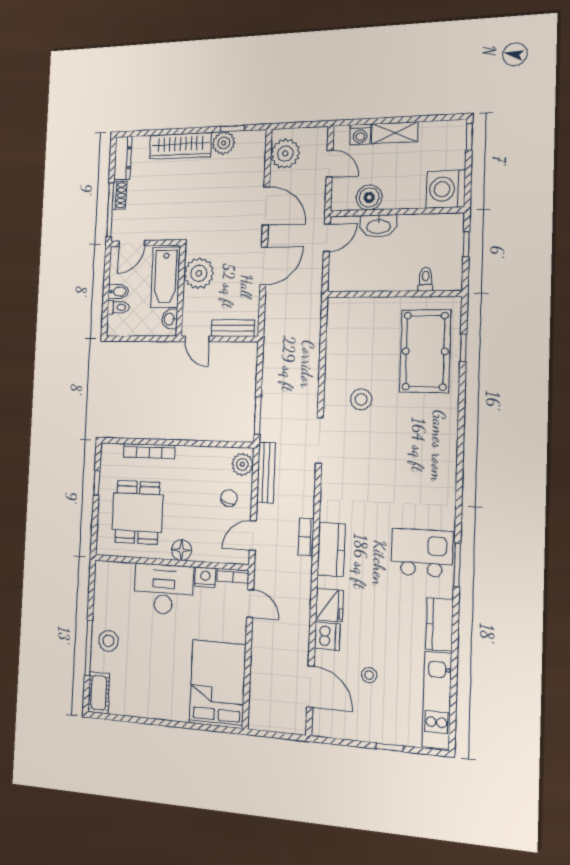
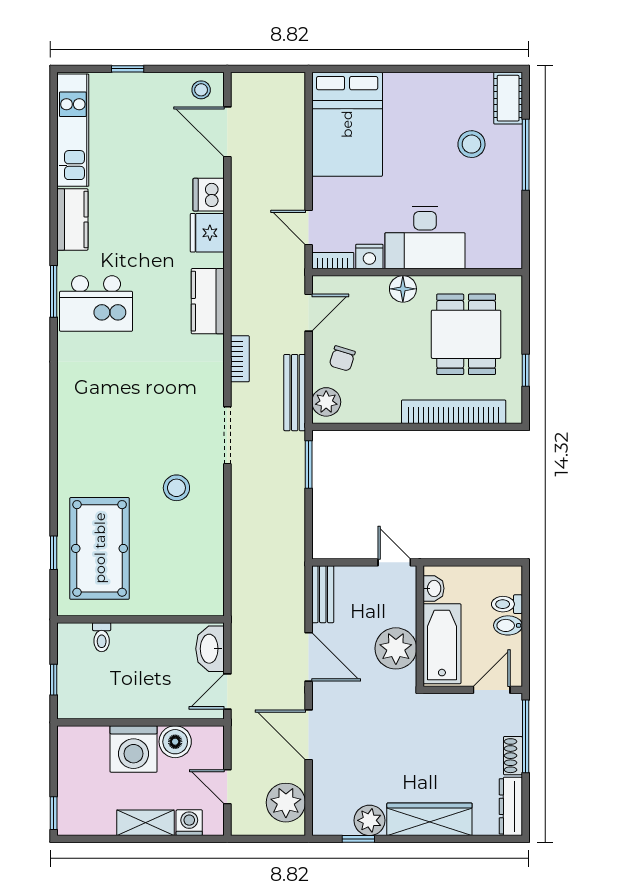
washing machine: (446, 189) -> (134, 749), moved, turned 90
washbasin: (378, 226) -> (210, 649), moved, turned -90
door: (264, 266) -> (309, 657), swing flipped
bench: (233, 328) -> (323, 594), moved, turned 90
bookcase: (149, 451) -> (454, 412), width x1.48, depth x1.31
bookcase: (306, 537) -> (240, 359), moved
stool: (108, 641) -> (471, 144), moved
stool: (369, 675) -> (201, 90), moved

